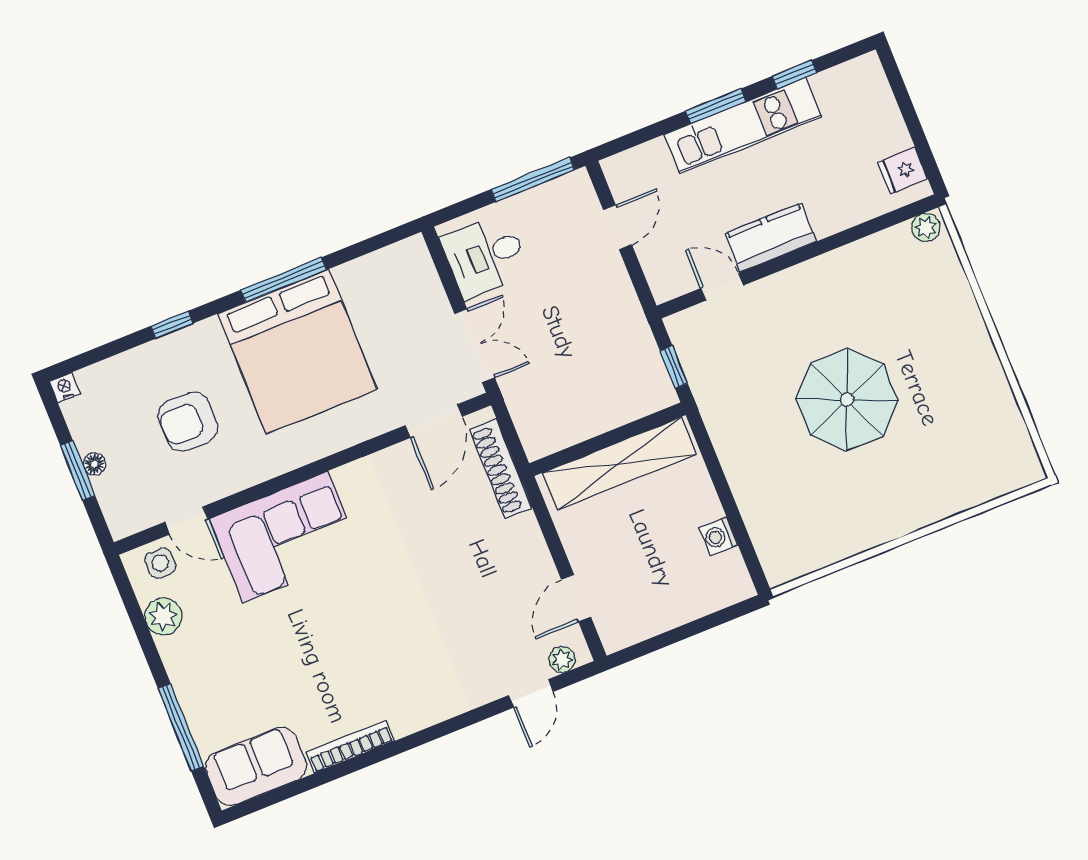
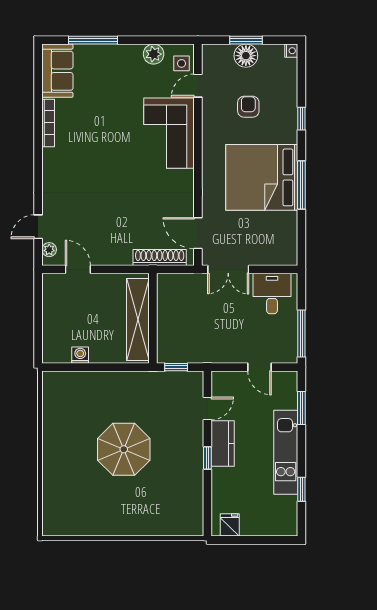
window: (716, 106) -> (301, 408), moved
plant: (926, 227) -> (196, 525), removed
window: (805, 253) -> (207, 458), added
armchair: (188, 422) -> (248, 107), width x0.72, depth x0.72
floor lamp: (94, 464) -> (246, 56), width x1.89, depth x1.89
door: (531, 693) -> (38, 227), hinge flipped

